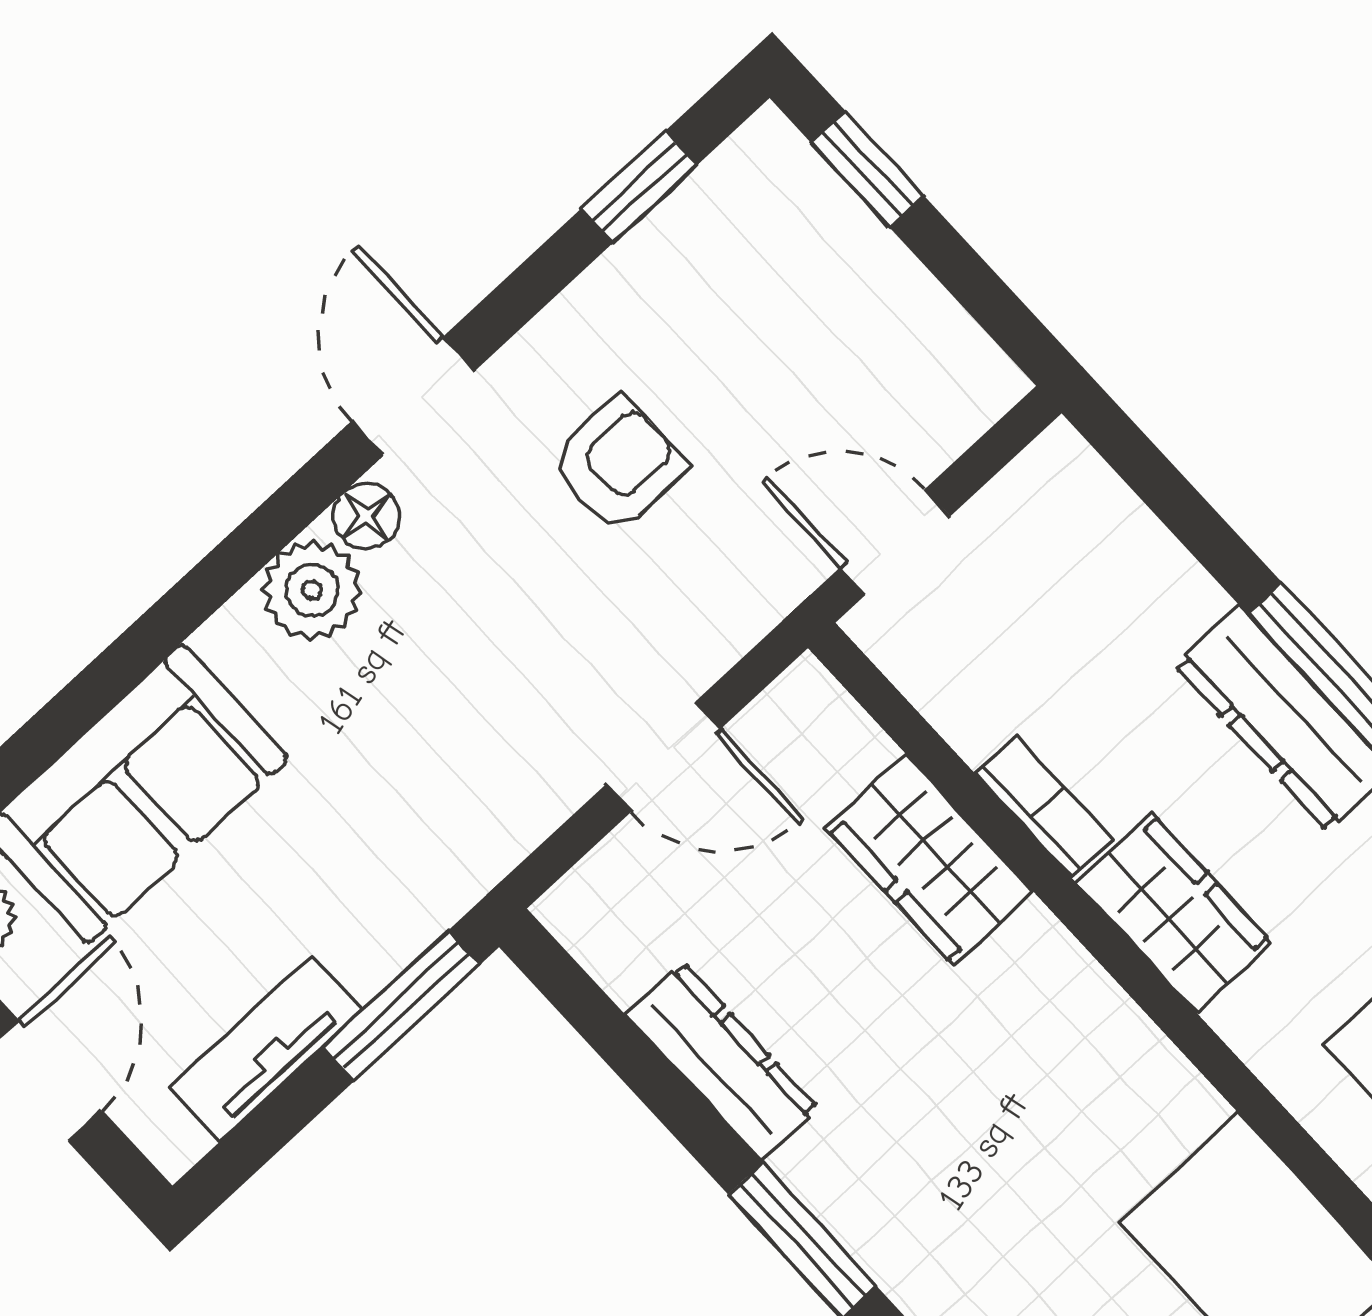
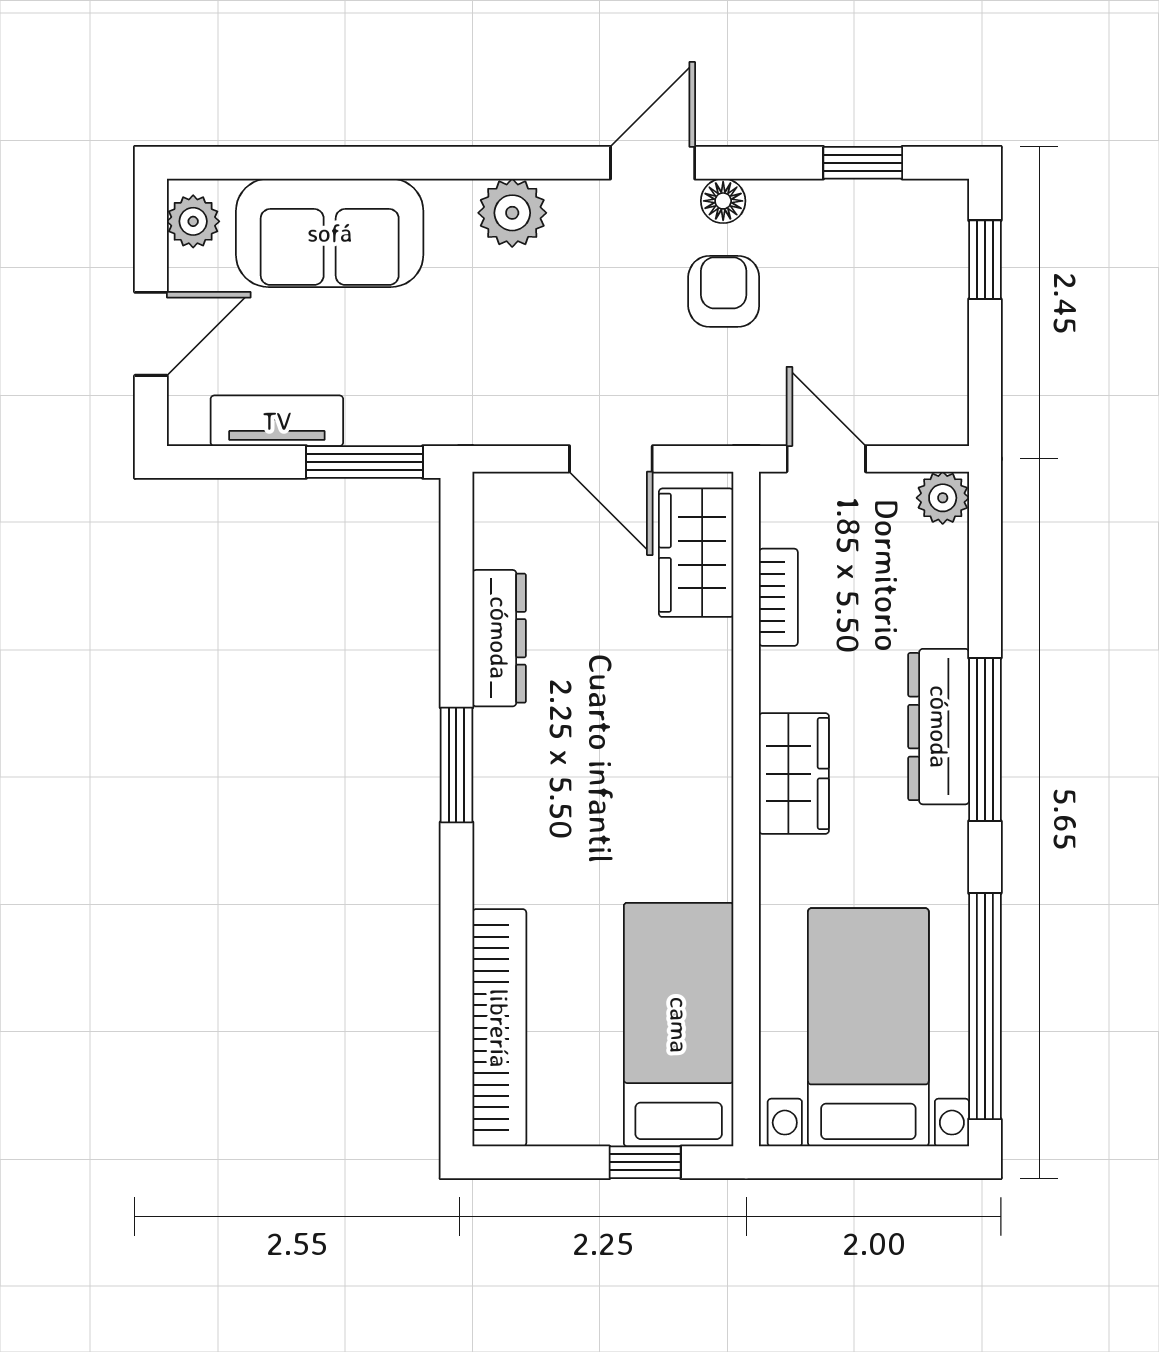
armchair: (618, 464) -> (724, 291), turned -90
plant: (1060, 468) -> (943, 498), added
floor lamp: (366, 516) -> (723, 201), moved
bookcase: (1044, 806) -> (778, 597), moved
wardrobe: (929, 860) -> (696, 553), moved

